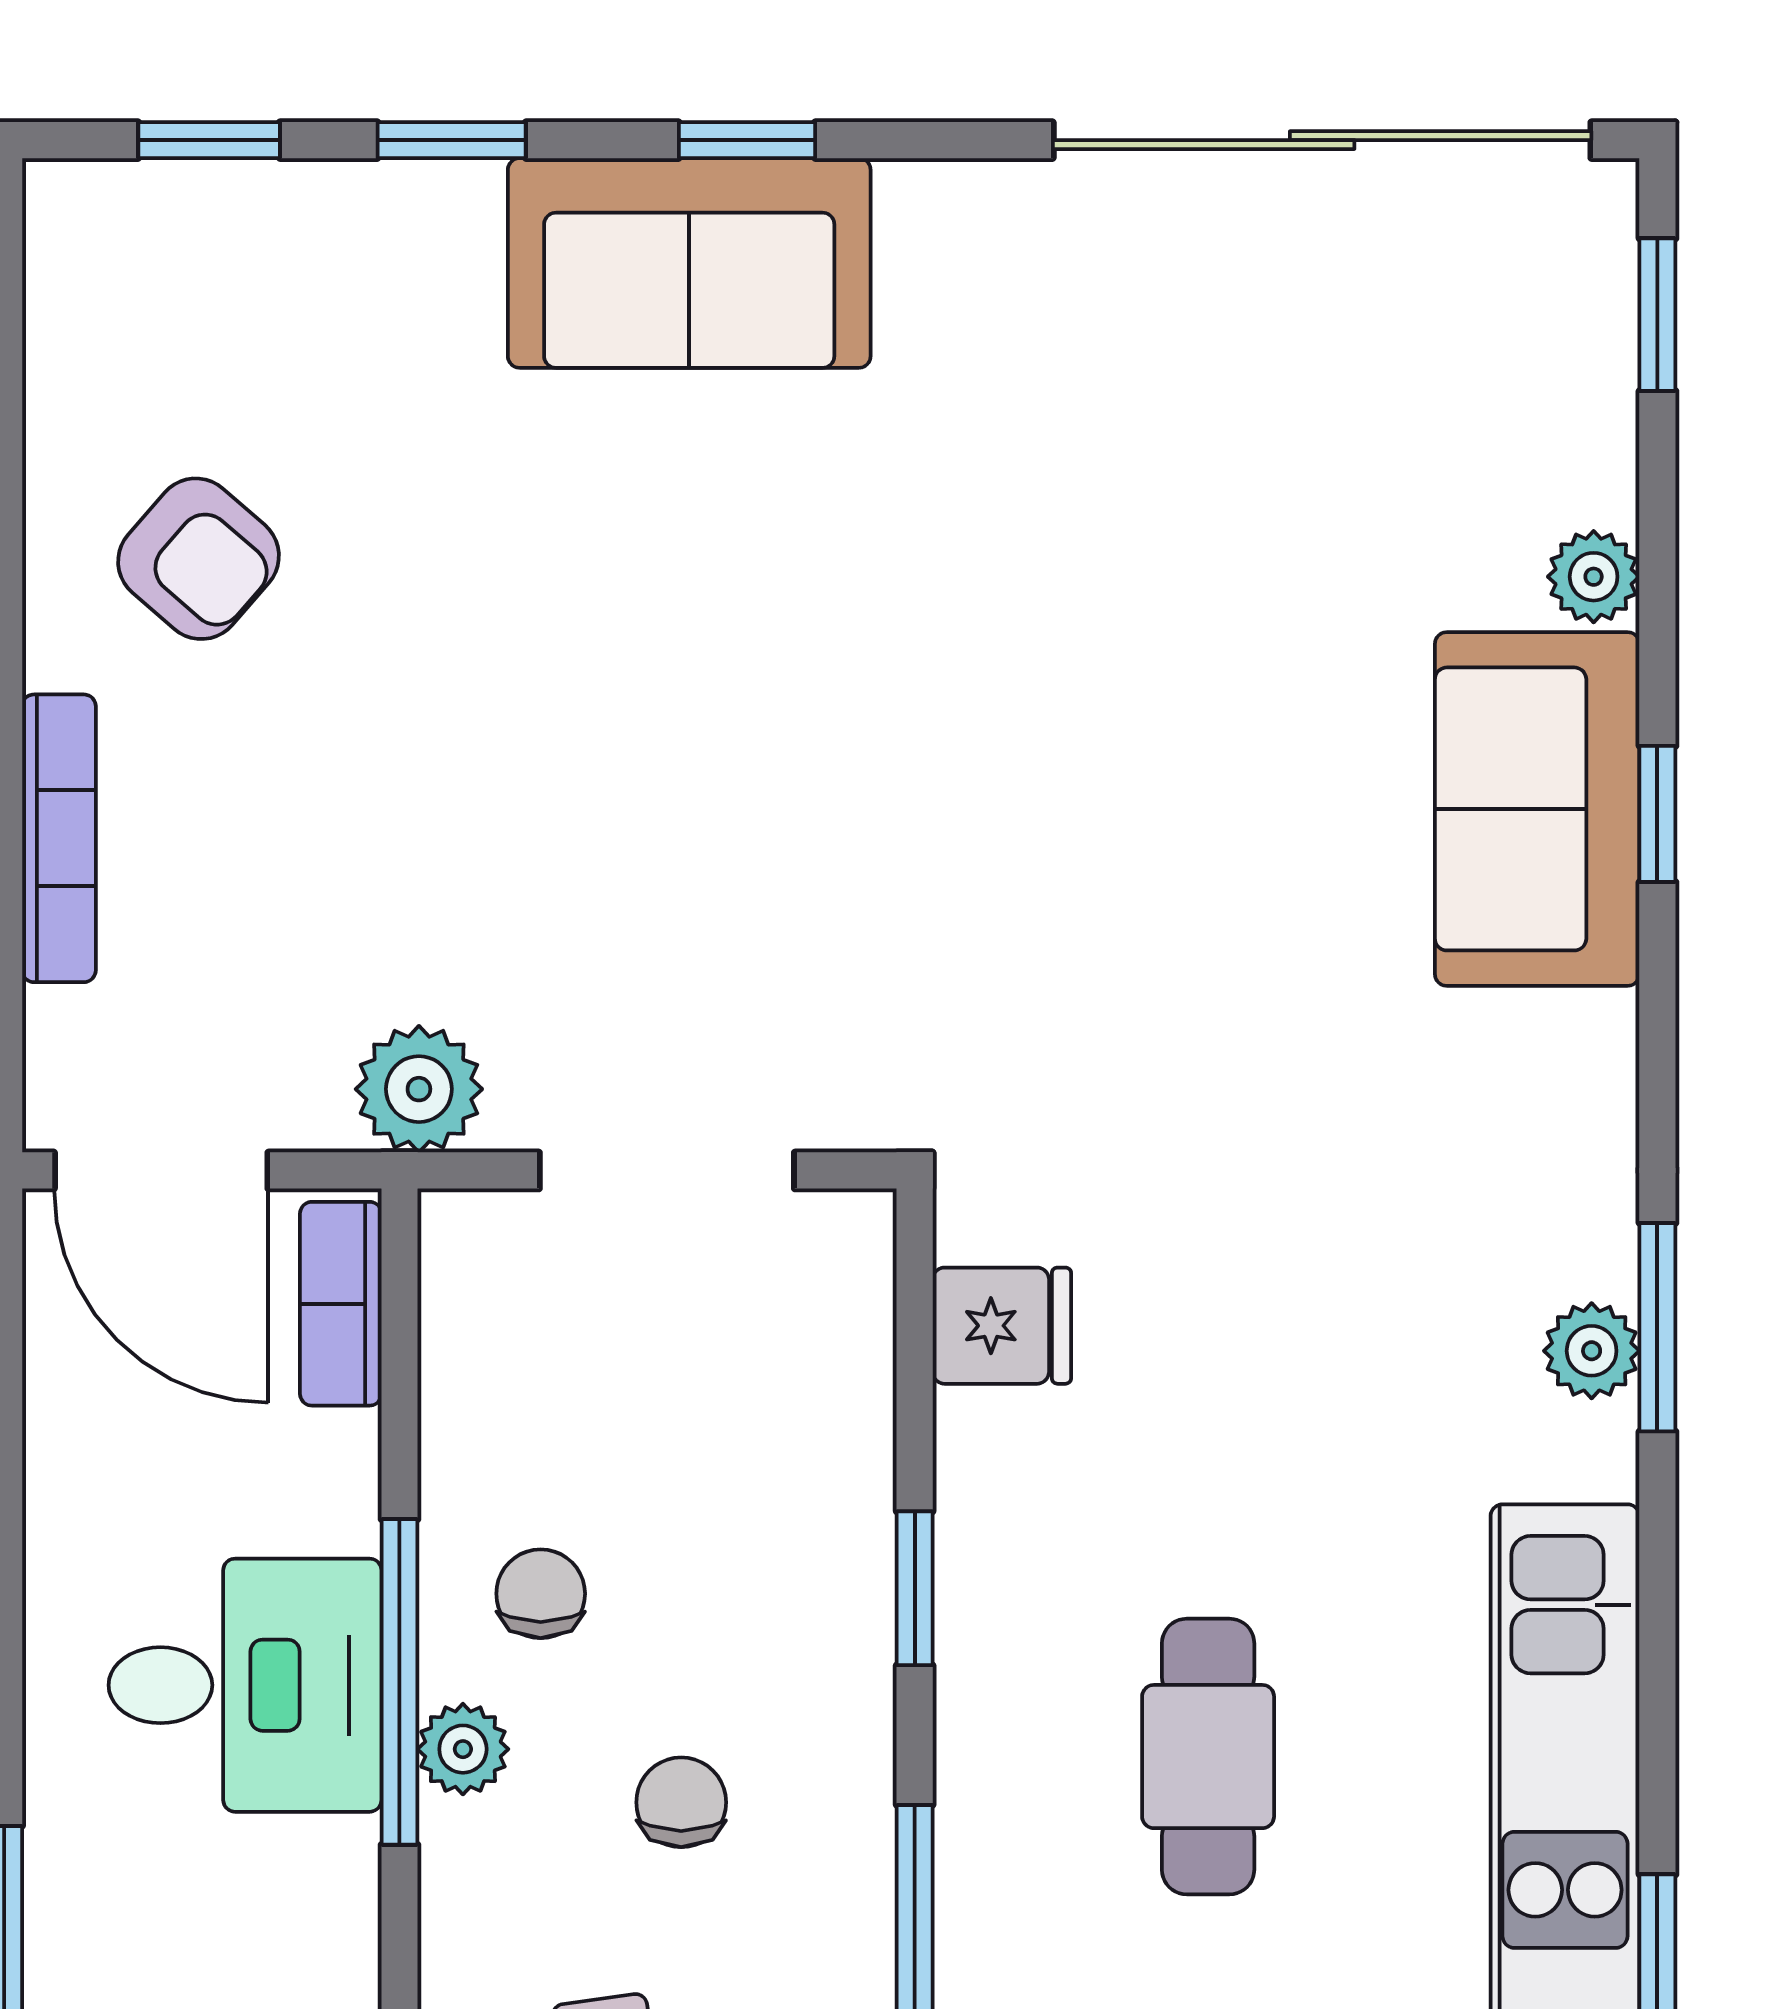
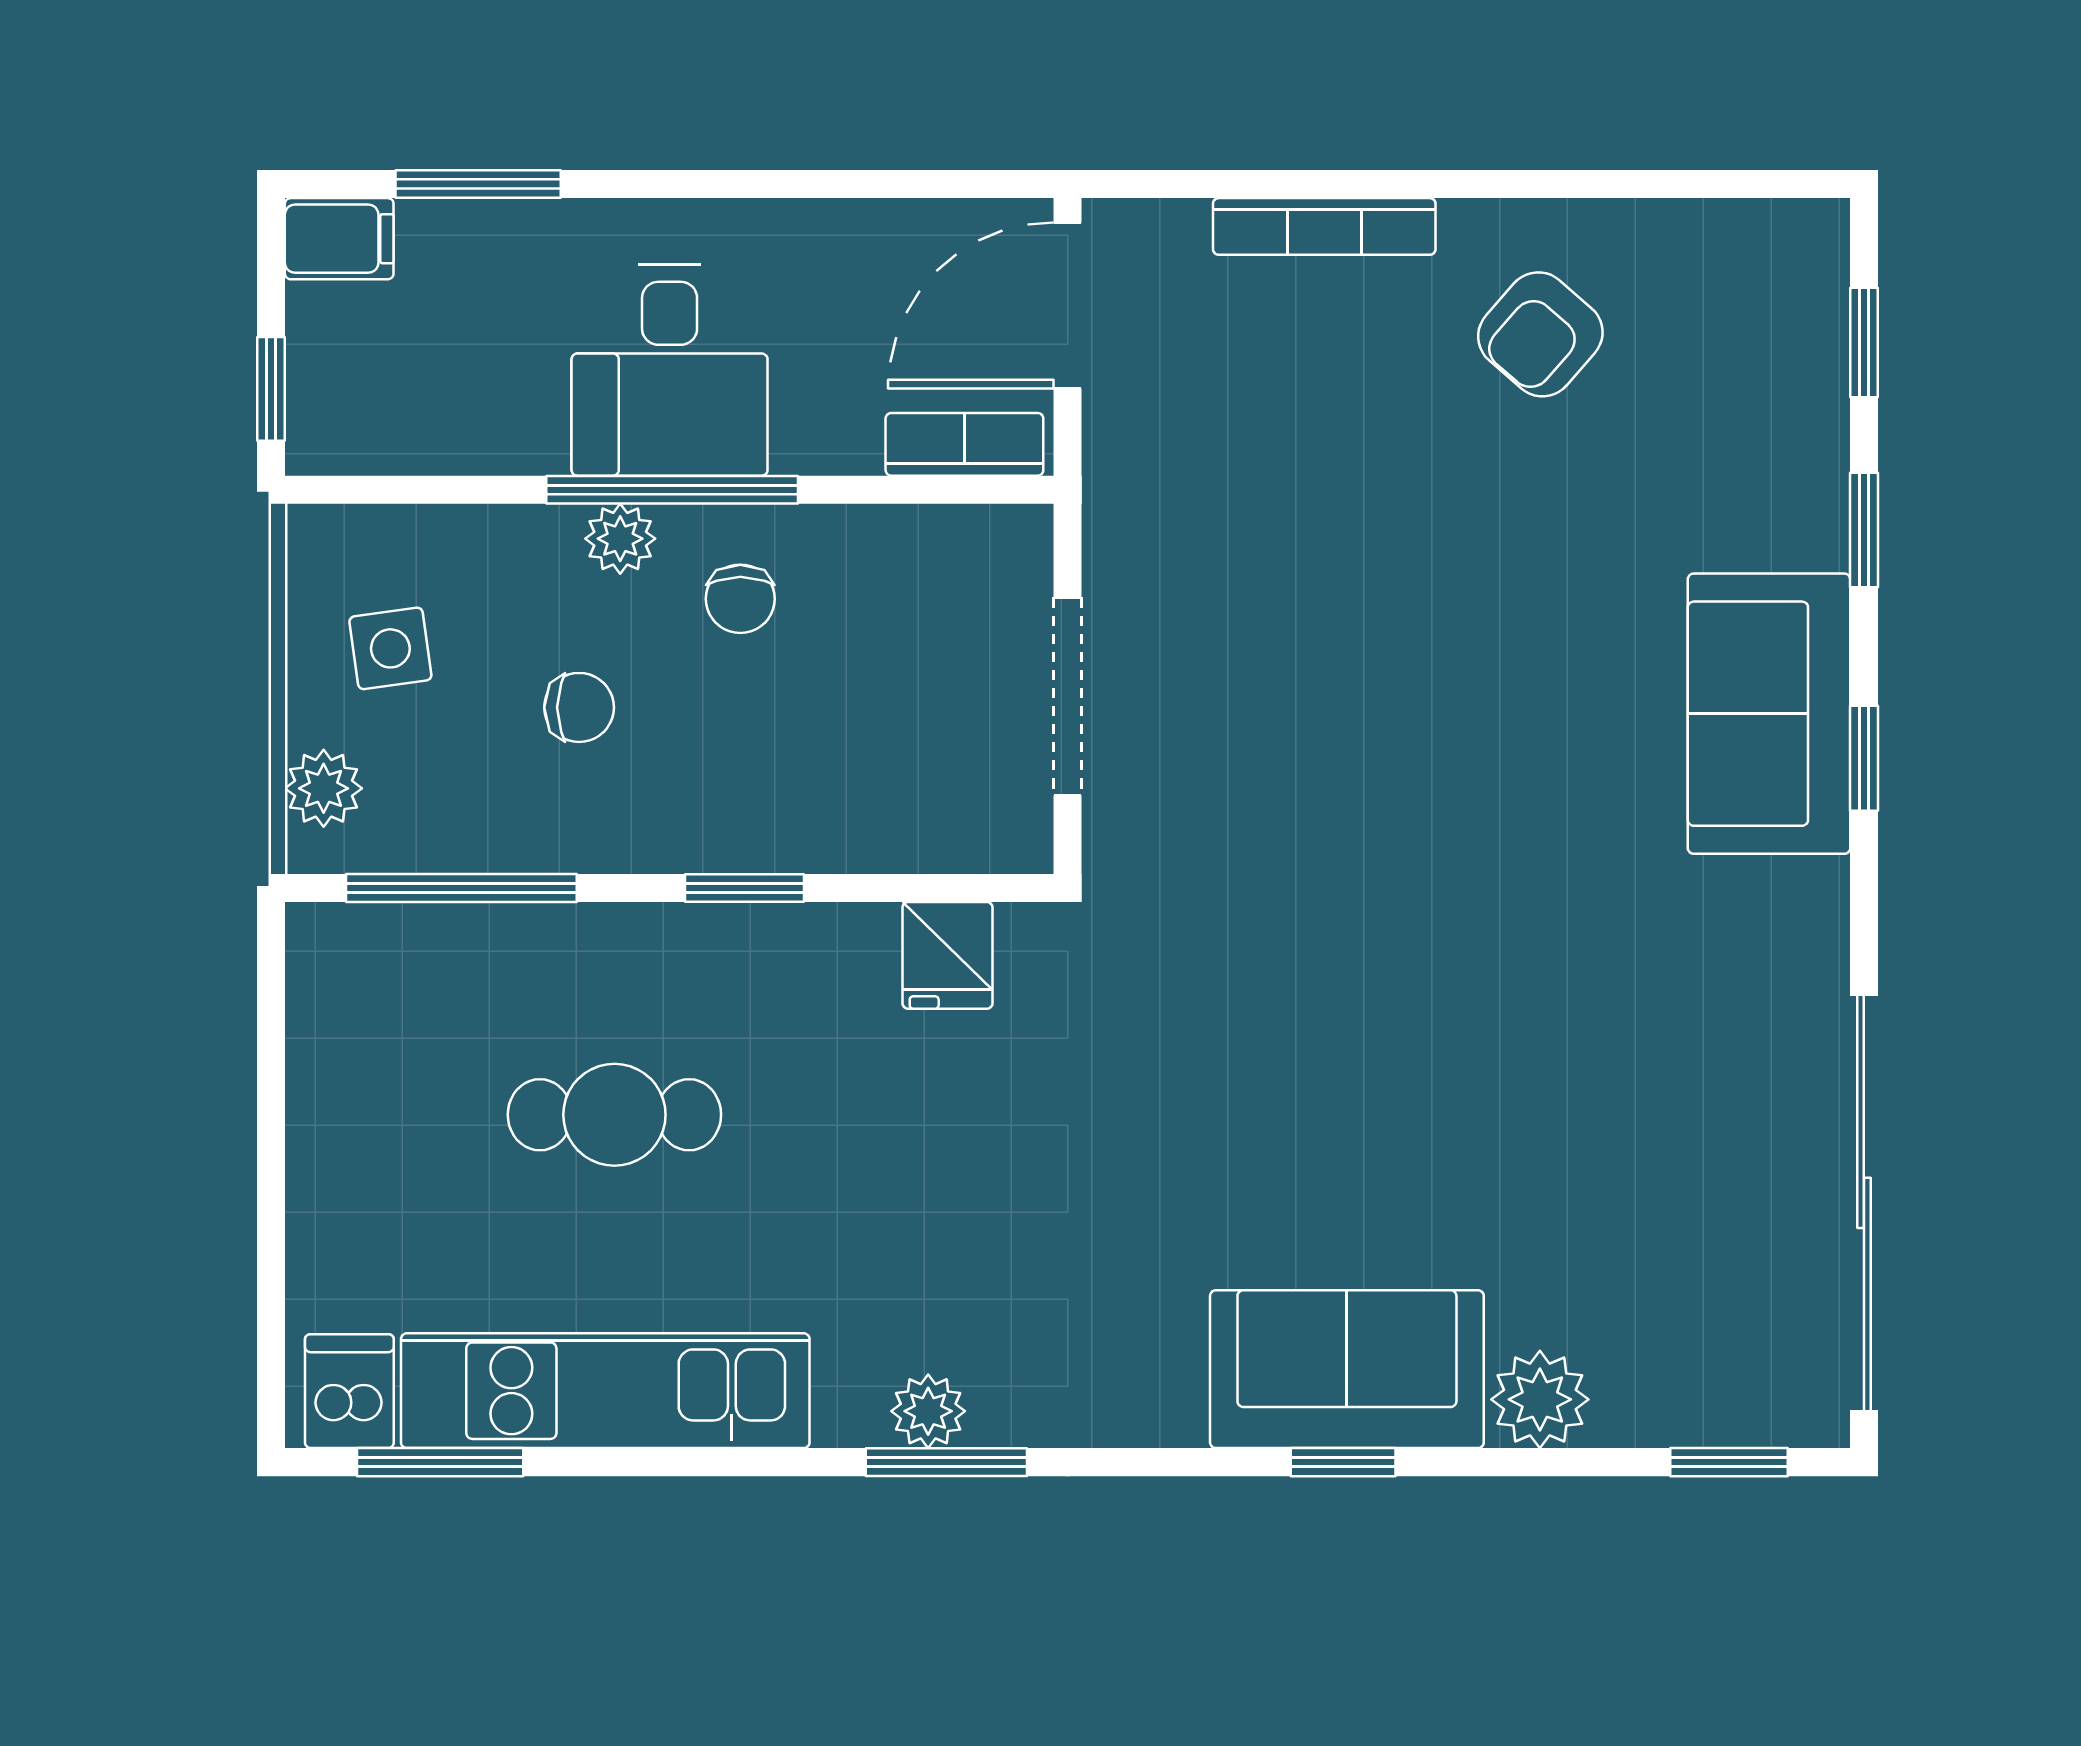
plant: (1594, 577) -> (1540, 1399), width x1.38, depth x1.38
plant: (419, 1089) -> (1130, 505), removed
chair: (541, 1594) -> (740, 599), turned 90

